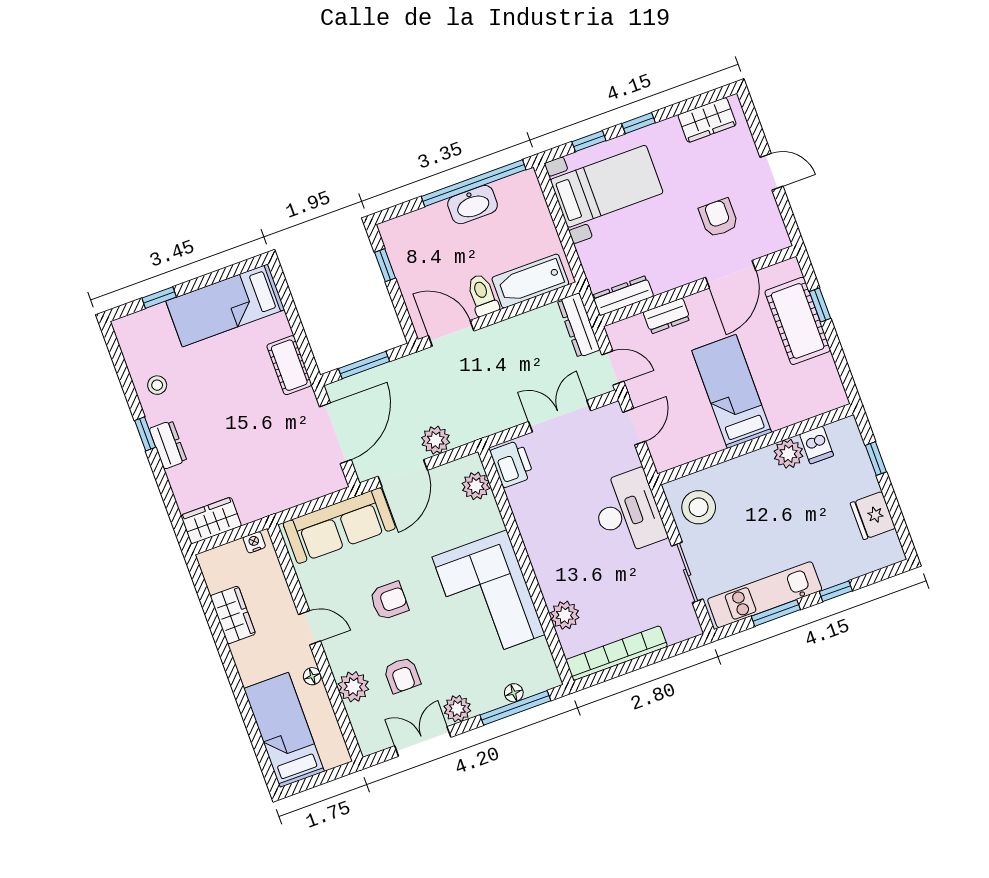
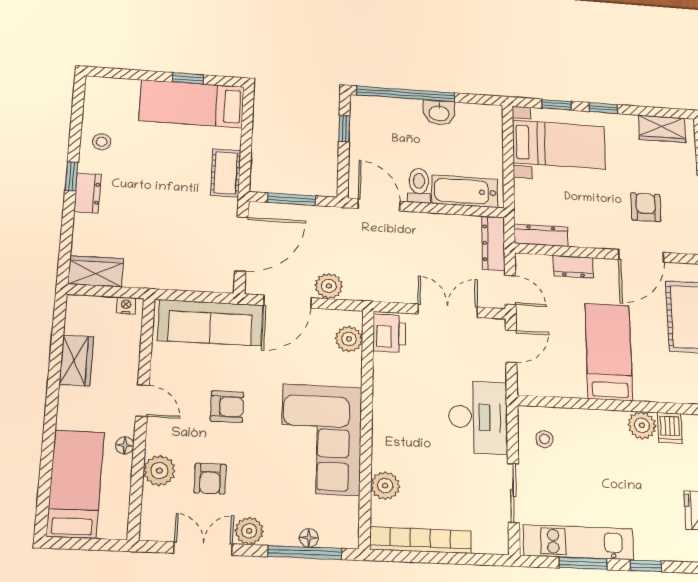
window: (474, 183) -> (406, 94), moved
washbasin: (473, 205) -> (439, 113), width x0.72
window: (159, 298) -> (188, 78), moved
stool: (699, 507) -> (544, 439), width x0.53, depth x0.53

